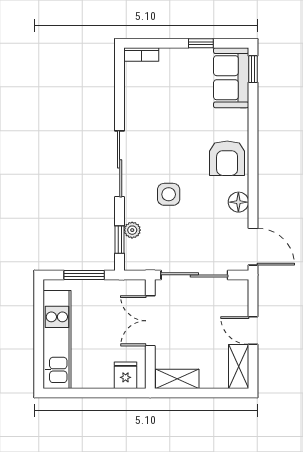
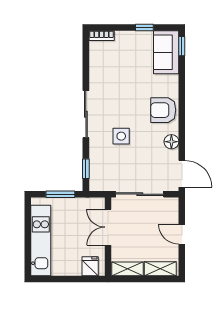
armchair: (227, 158) -> (163, 110), turned 90
plant: (132, 230) -> (95, 162), removed
shelving: (239, 367) -> (160, 269), moved, turned 90

